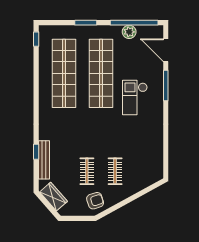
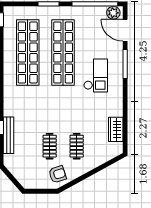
plant: (129, 32) -> (113, 13), moved
checkout: (135, 97) -> (96, 75), turned 180
wardrobe: (54, 197) -> (116, 129), moved, turned -139

